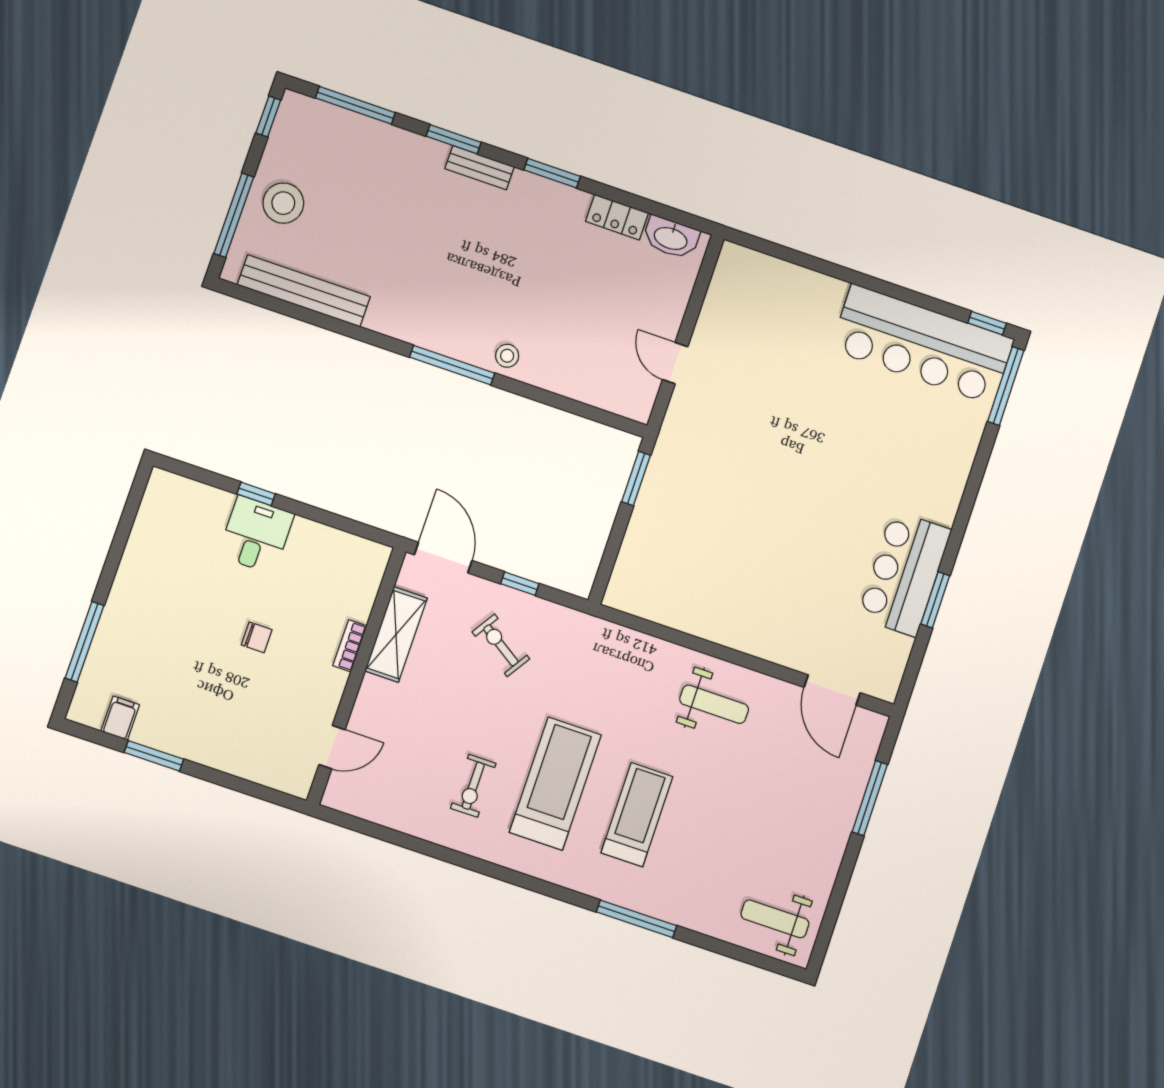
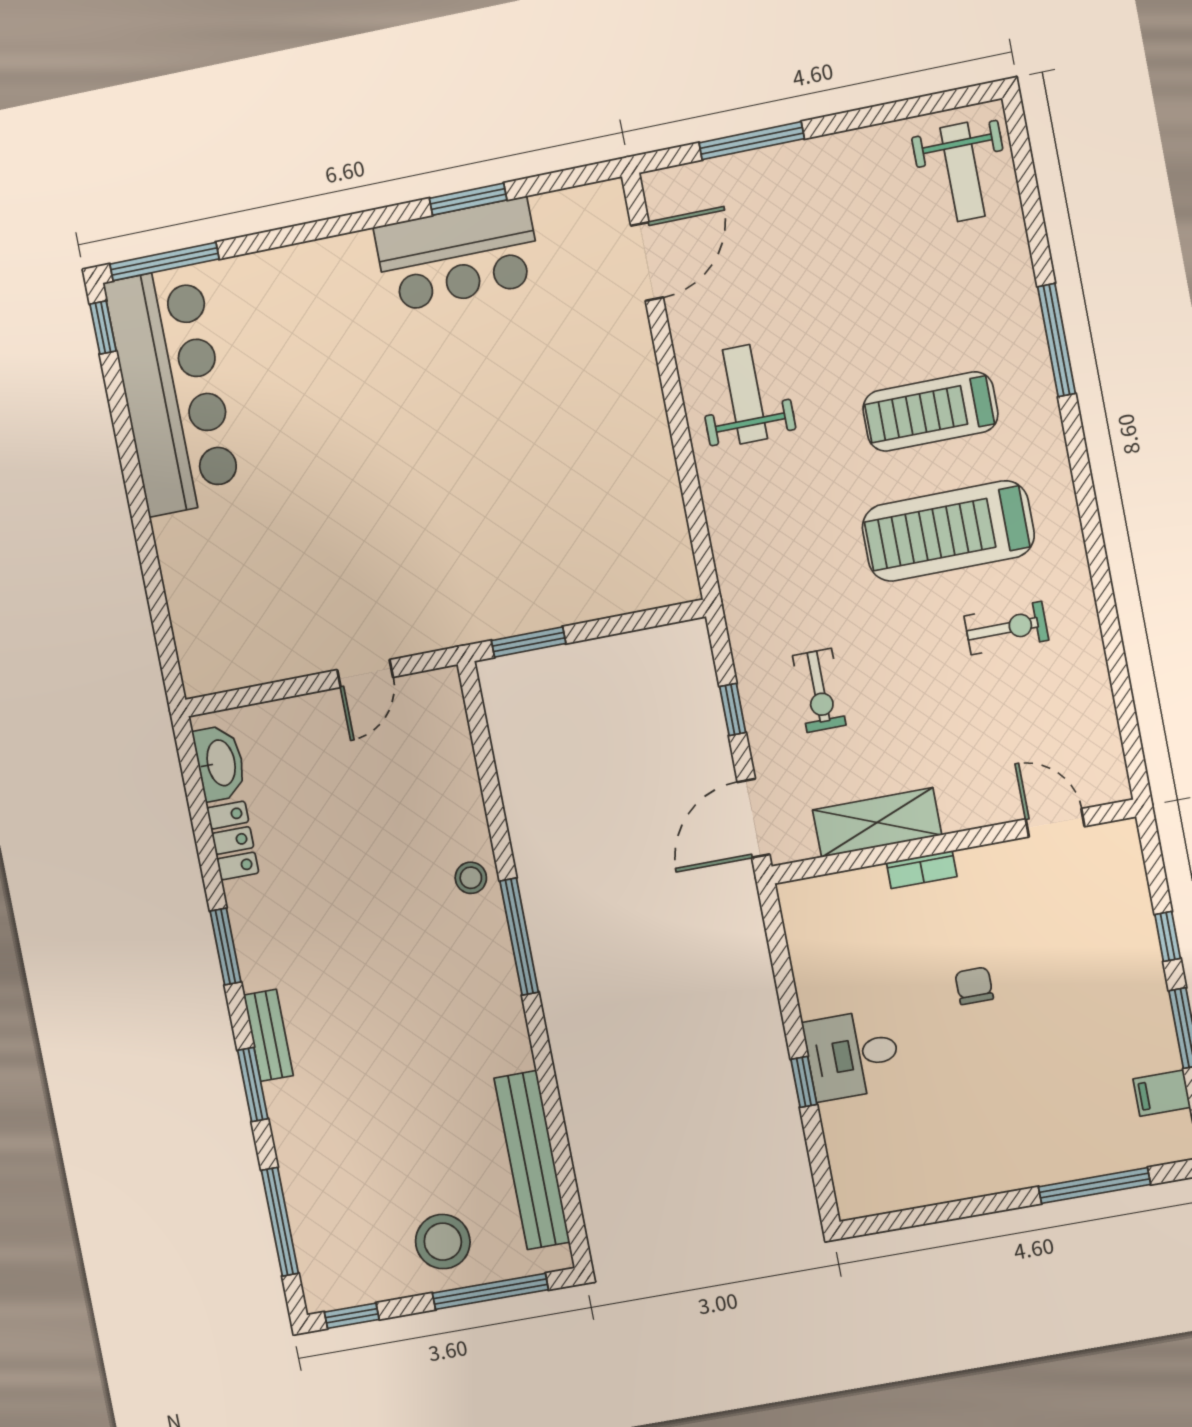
exercise bike: (501, 645) -> (819, 690), turned -33
window: (219, 778) -> (1168, 936), added

